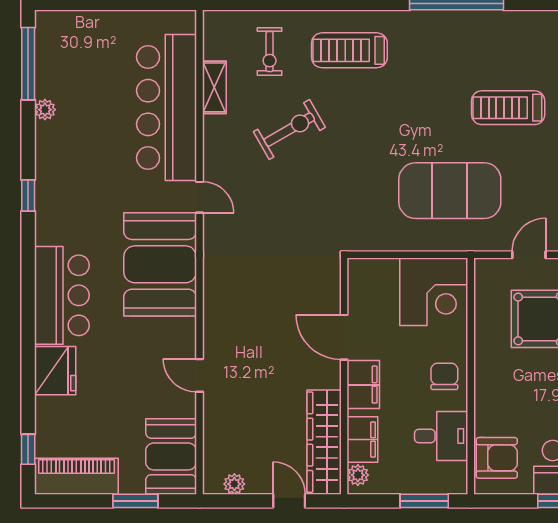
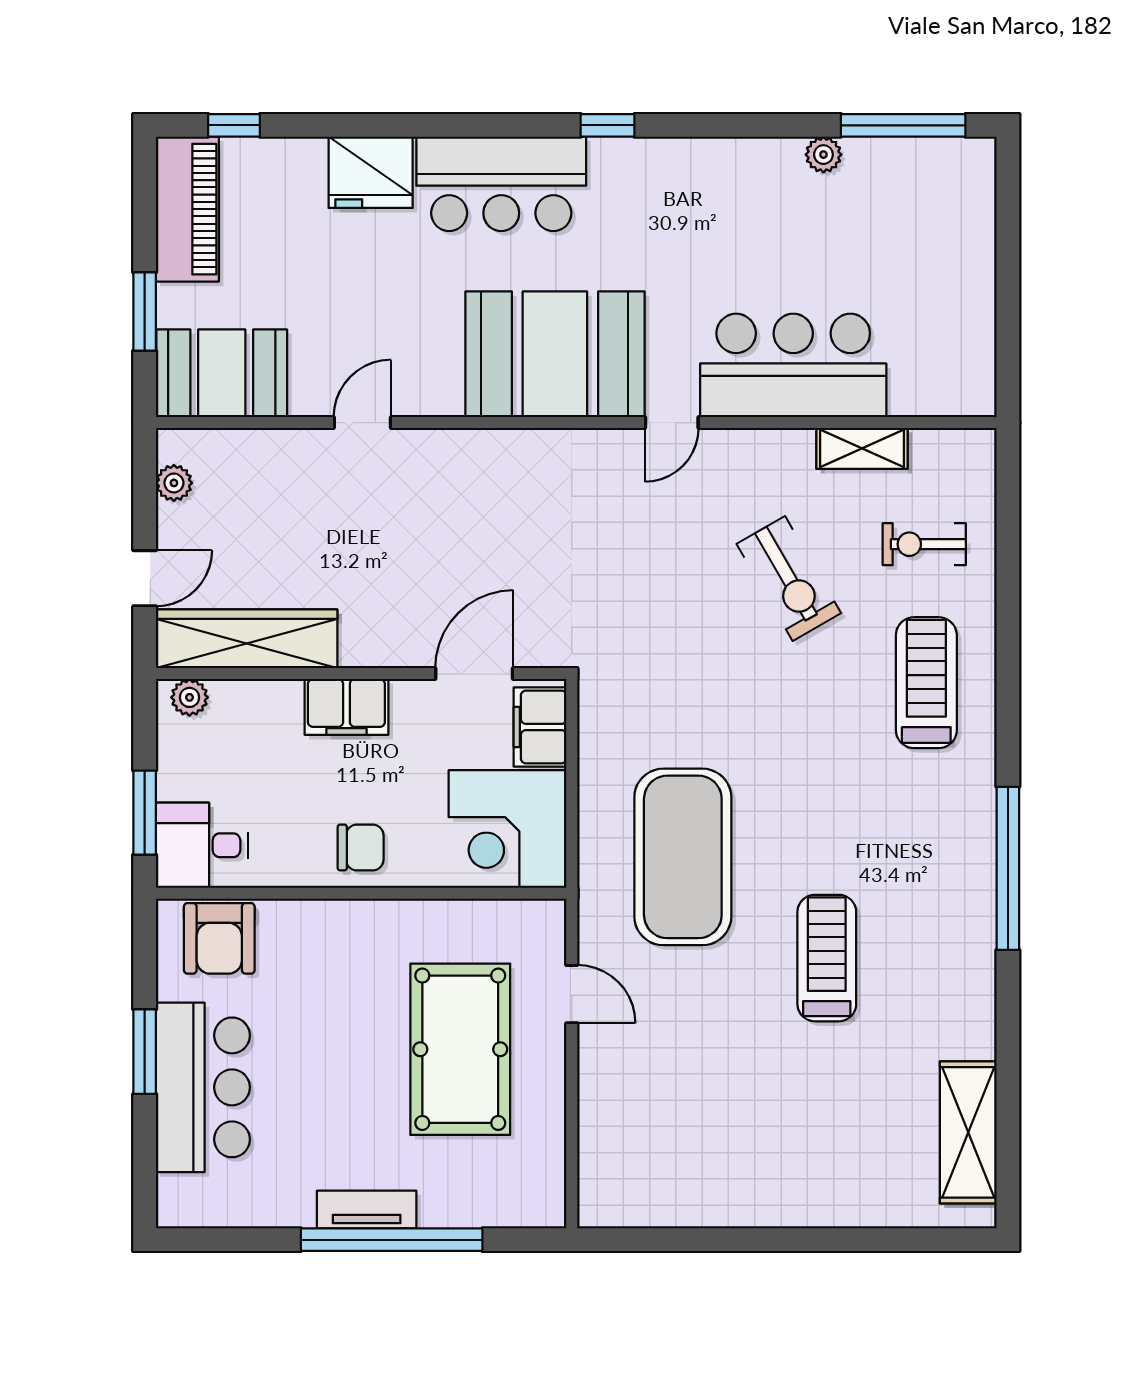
bar counter: (167, 107) -> (793, 365), width x0.73
window: (28, 195) -> (608, 125), moved
door: (344, 337) -> (474, 674), moved
desk: (441, 436) -> (202, 845), moved, turned 90
filing cabinet: (362, 439) -> (540, 727), moved, turned 90

